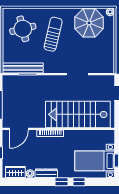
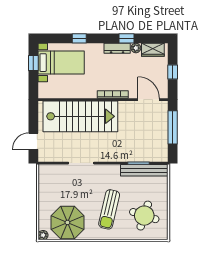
round table: (23, 29) -> (144, 216), turned 32
door: (19, 129) -> (149, 100), hinge flipped
window: (61, 182) -> (127, 38), moved

